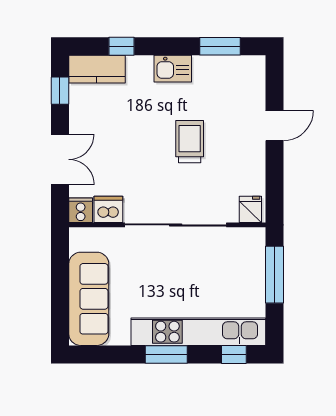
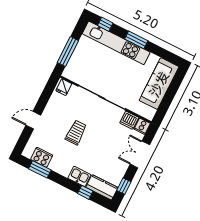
kitchen sink: (173, 69) -> (79, 176), moved
cooker: (228, 69) -> (42, 157), added
trolley: (190, 142) -> (76, 133), turned 180

